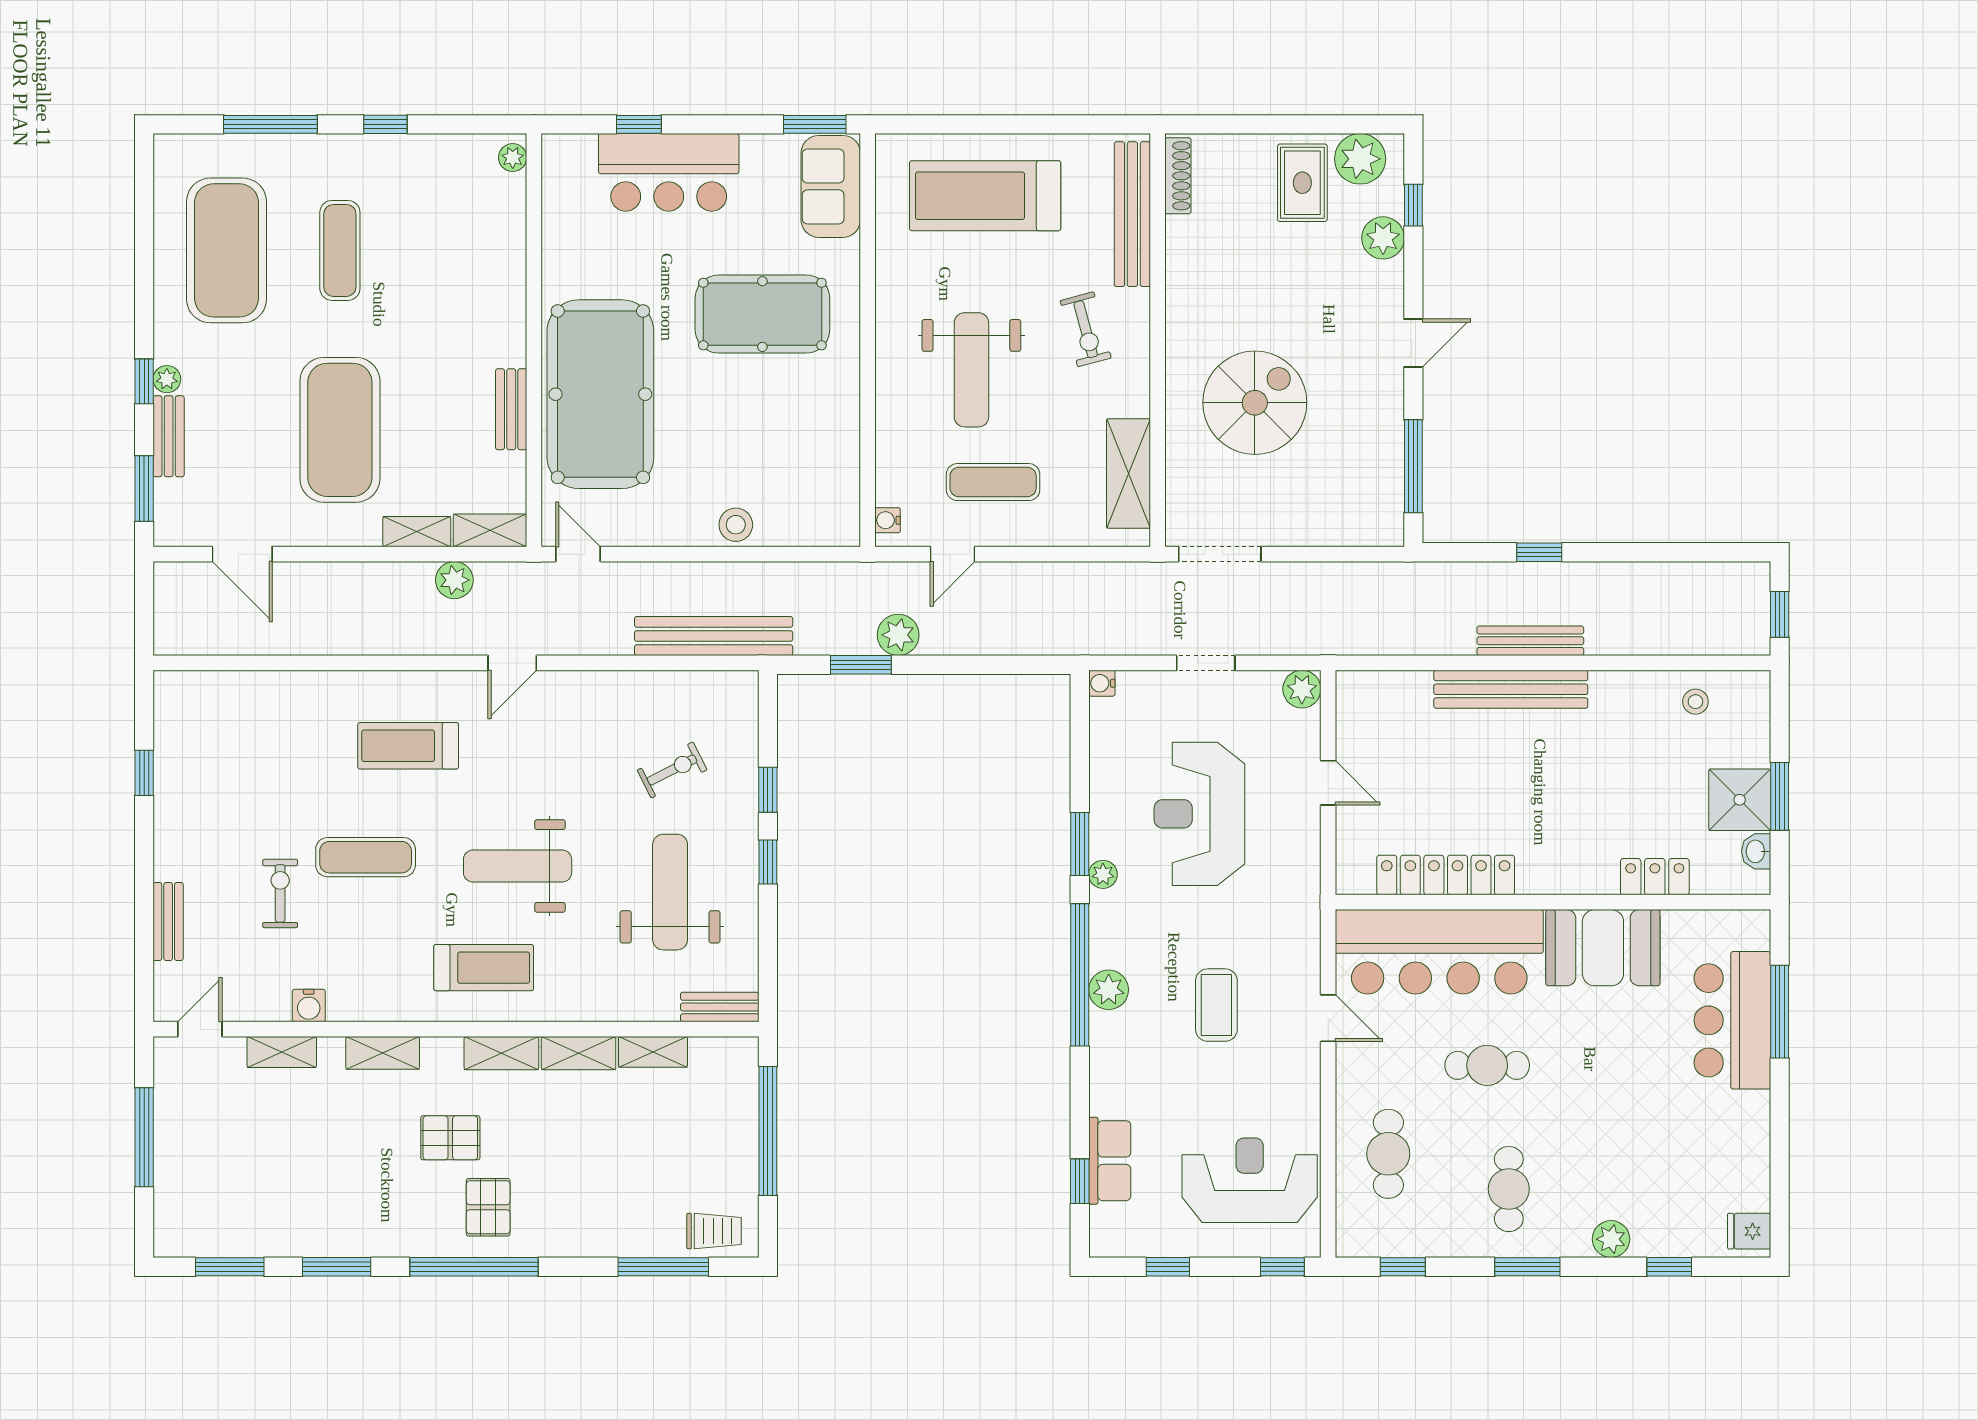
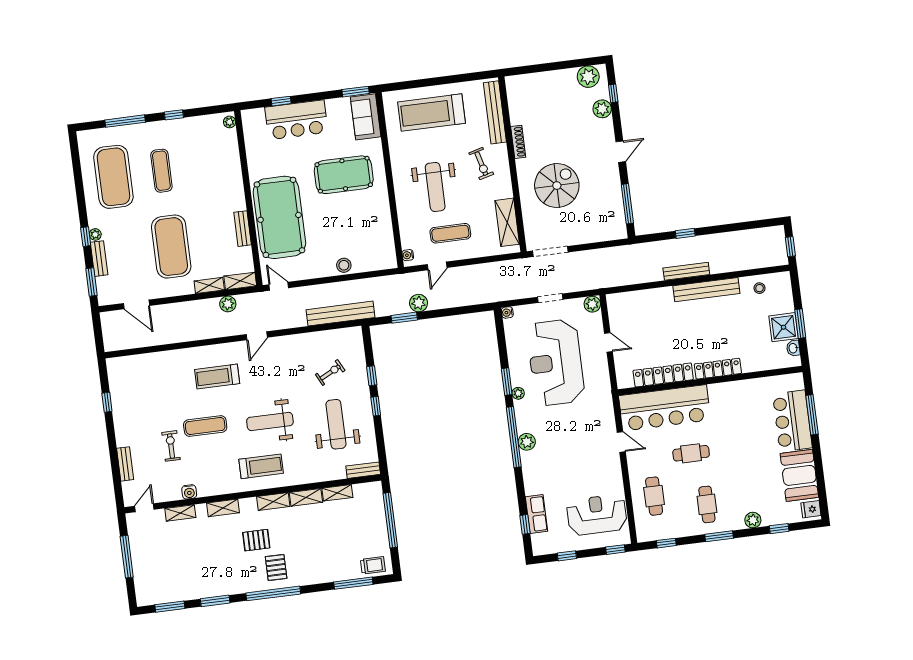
shoe rack: (1178, 176) -> (518, 142), moved
rug: (1302, 183) -> (565, 90), removed
bench: (1511, 689) -> (706, 290), moved
reception desk: (1199, 814) -> (556, 362), width x1.36, depth x1.30
locker: (1655, 877) -> (718, 369), moved, width x1.53
booth: (1603, 948) -> (799, 475), moved, turned 90
coffee table: (1216, 1005) -> (573, 442), removed

